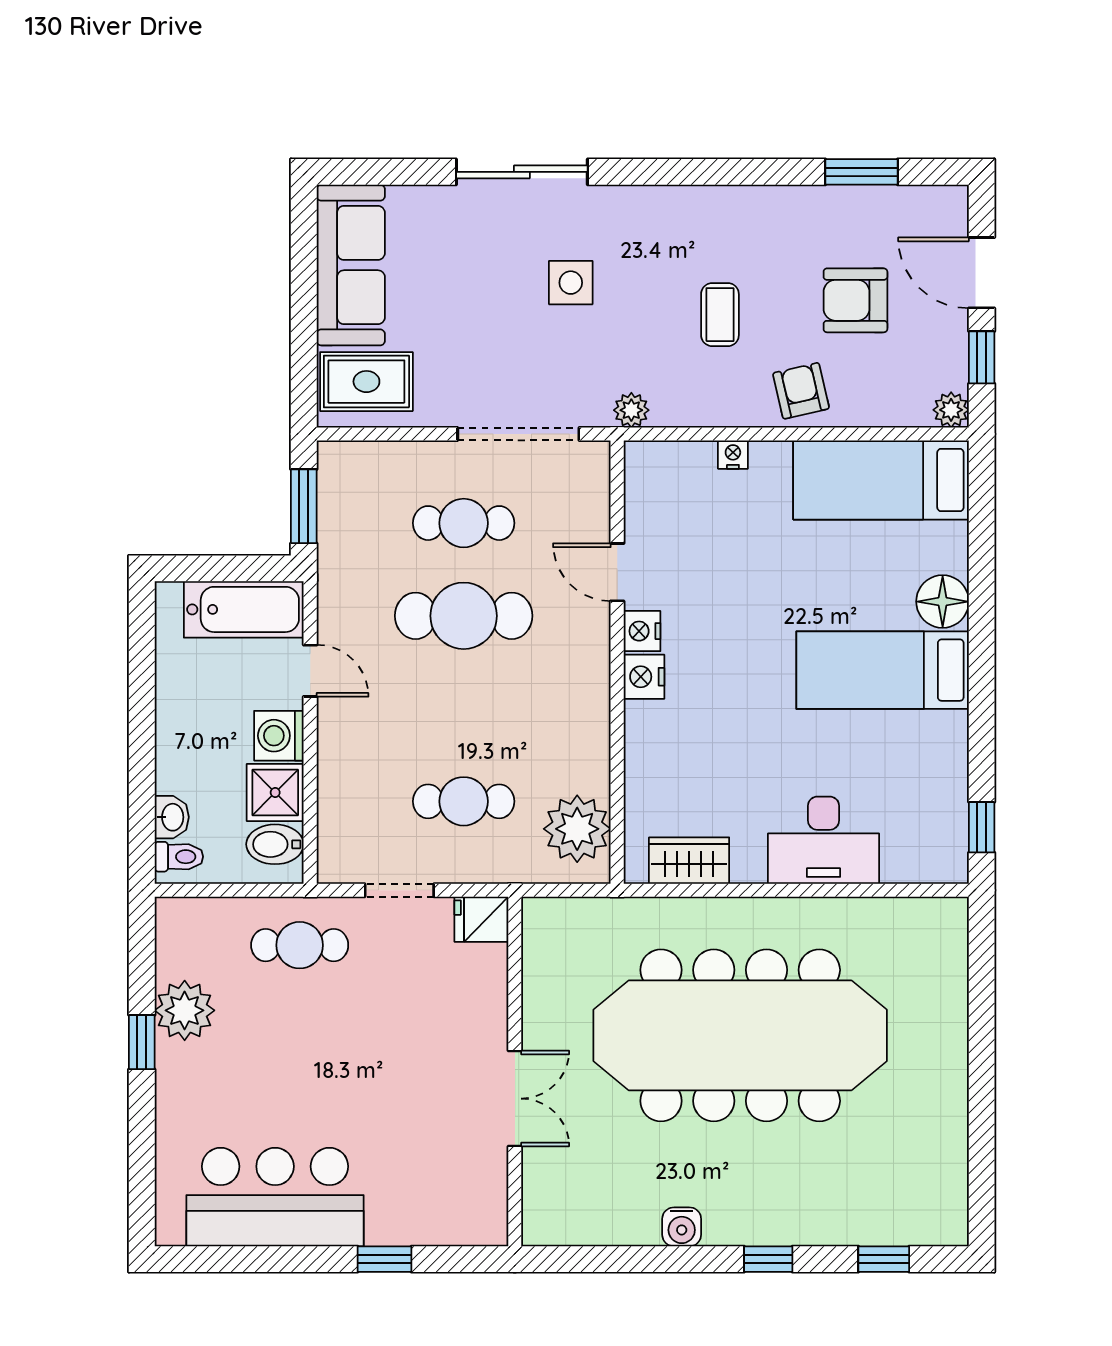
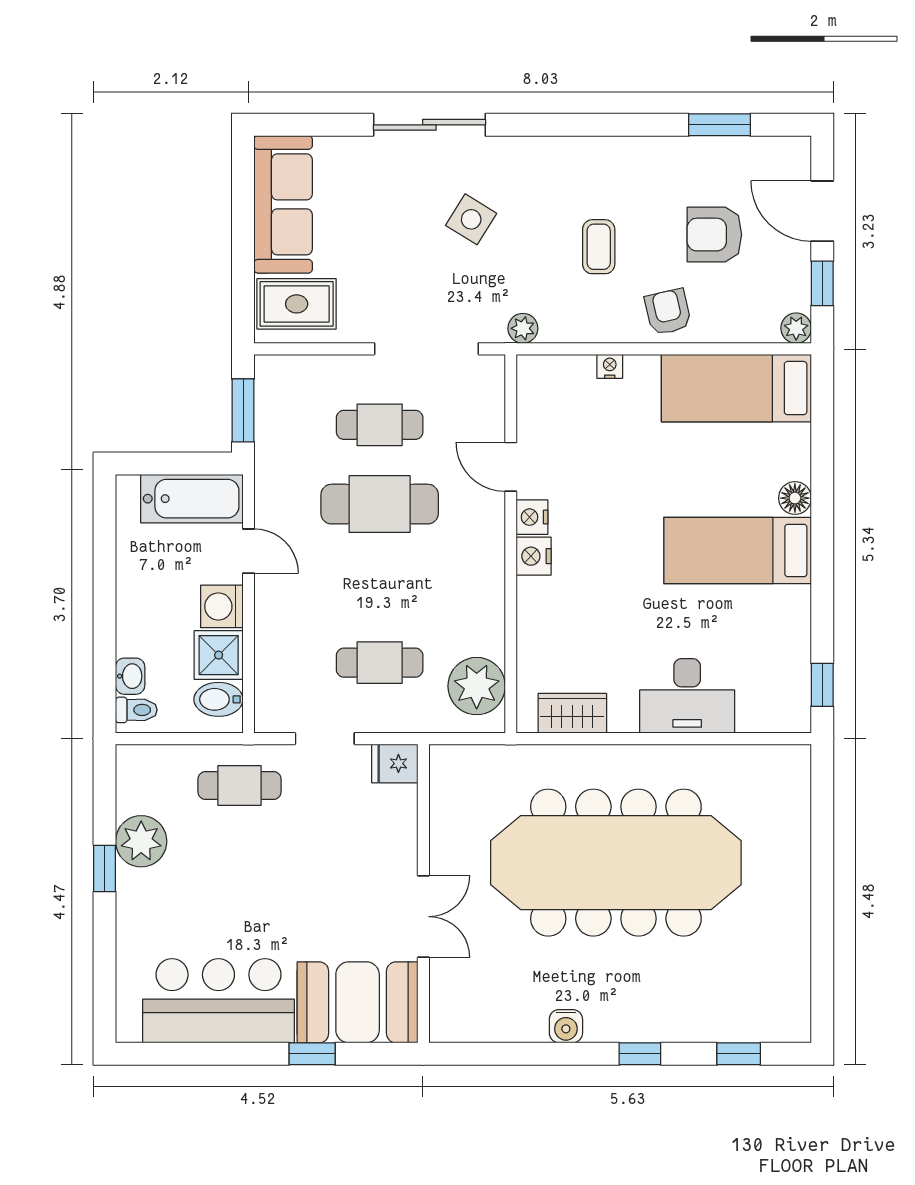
side table: (571, 283) -> (471, 219), turned 32
floor lamp: (943, 602) -> (795, 498), width x0.73, depth x0.73
booth: (438, 1199) -> (358, 1002), added

